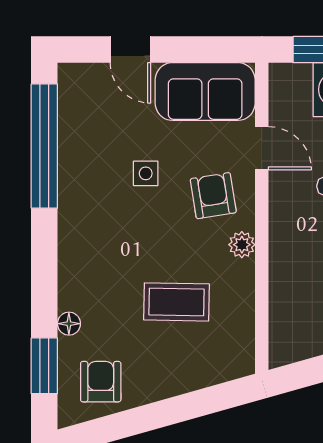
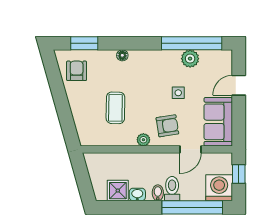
plant: (76, 149) -> (190, 59), added
floor lamp: (69, 324) -> (122, 55), moved
armchair: (101, 382) -> (77, 71), turned -90

